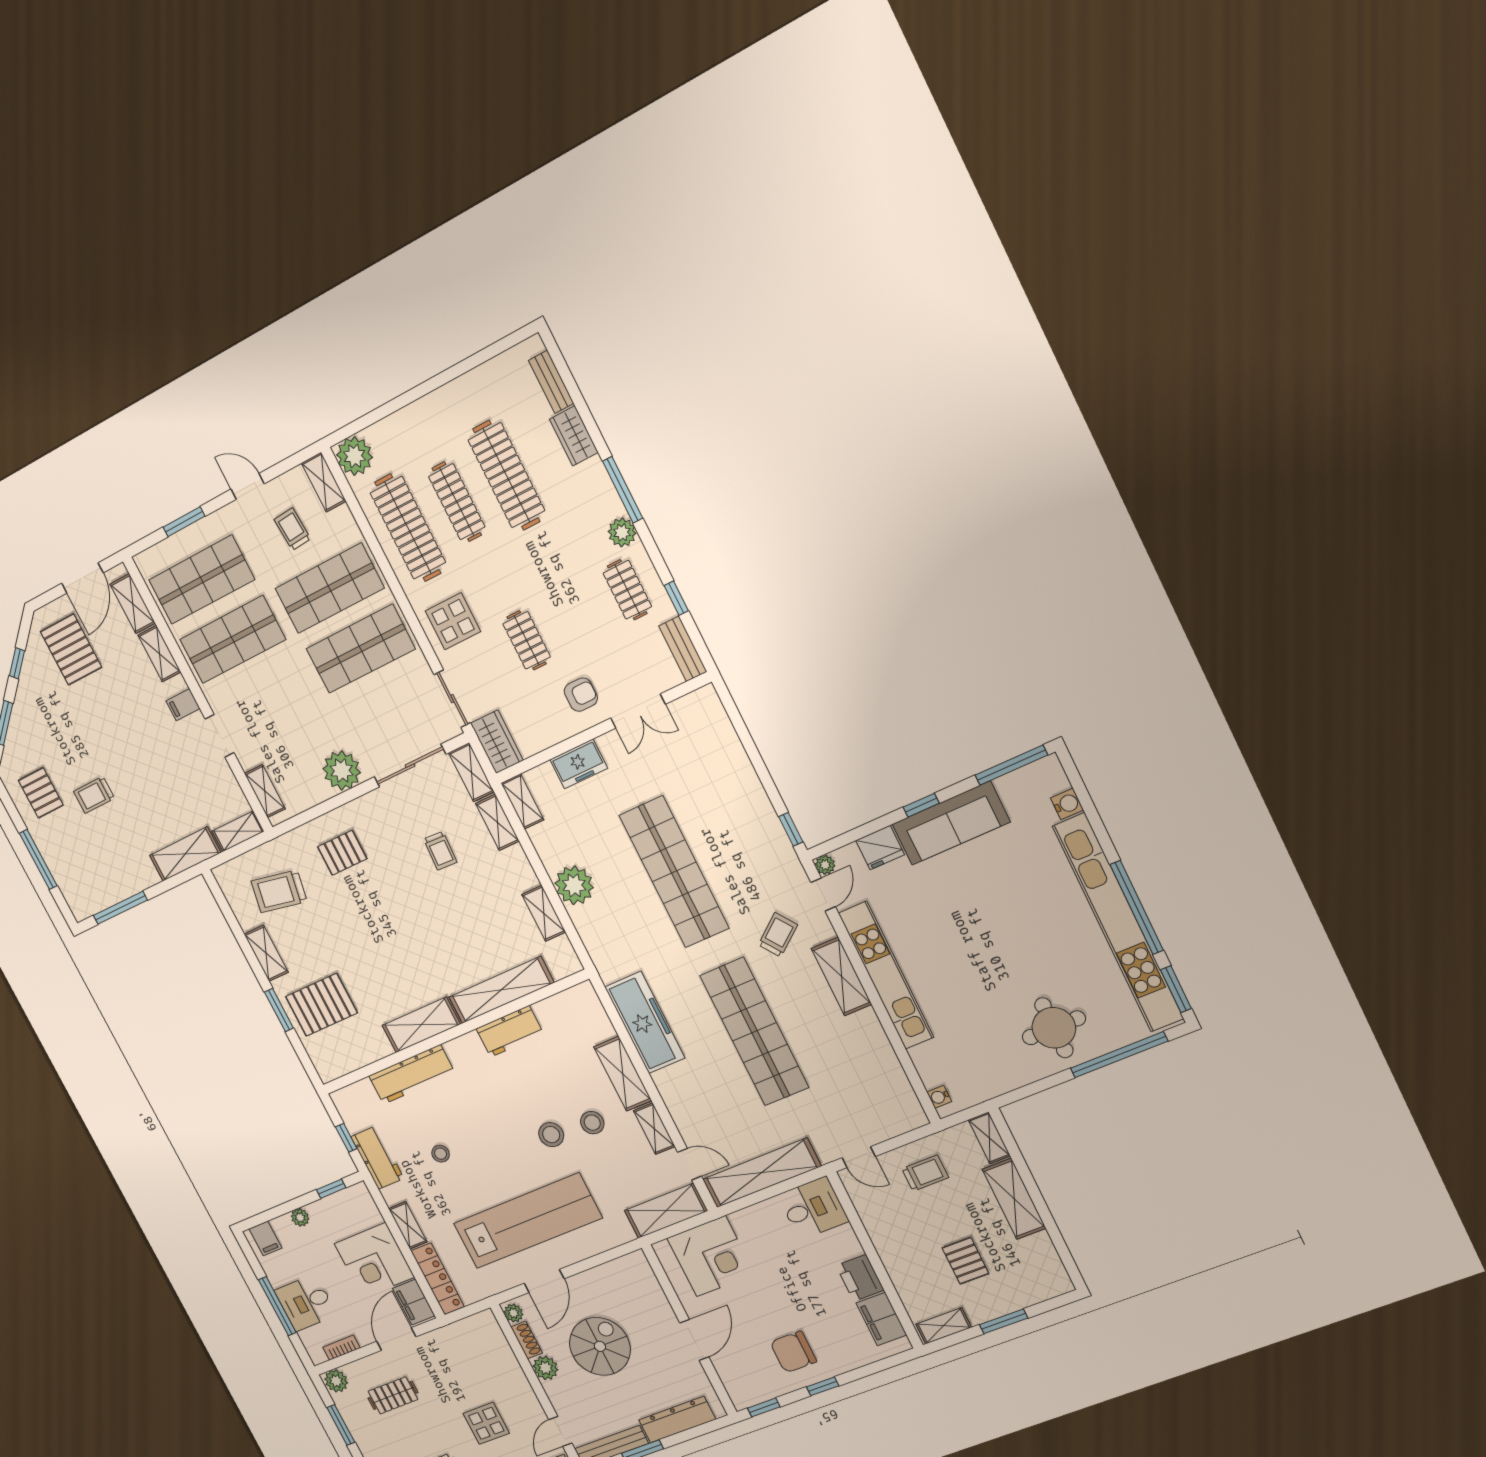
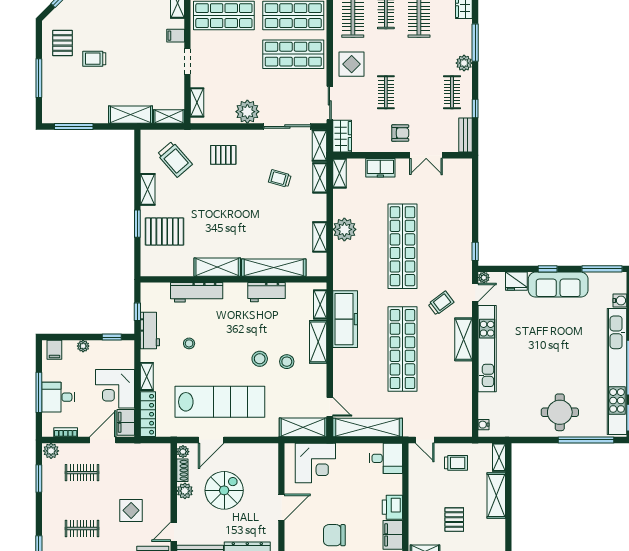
trolley: (440, 851) -> (280, 179), turned 103
trolley: (279, 891) -> (175, 159), turned -142
shelving: (654, 1129) -> (320, 304), moved

